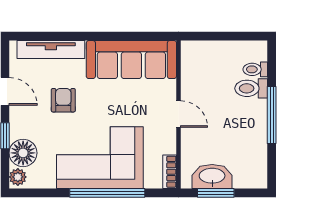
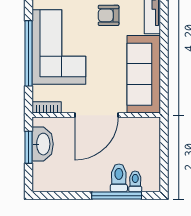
armchair: (63, 100) -> (109, 15), turned 180
door: (179, 114) -> (97, 115), width x1.87
window: (272, 115) -> (117, 196), moved

